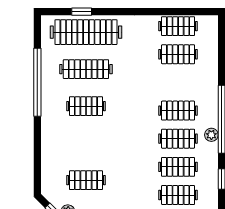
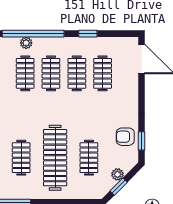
plant: (211, 135) -> (26, 43), moved
clothes rail: (86, 143) -> (55, 158), added

